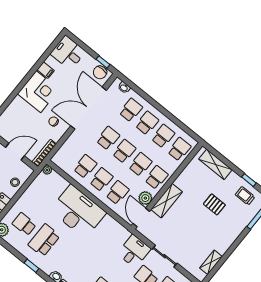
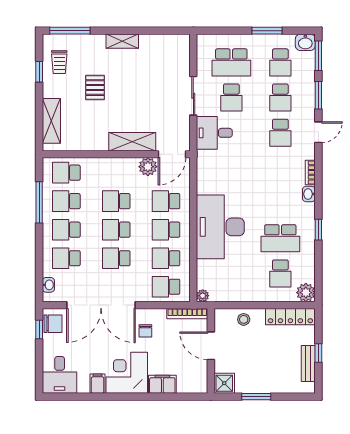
filing cabinet: (16, 107) -> (162, 384), added
window: (175, 120) -> (39, 202), added
school desk: (156, 177) -> (166, 287), moved
shelving: (211, 262) -> (122, 41), moved

